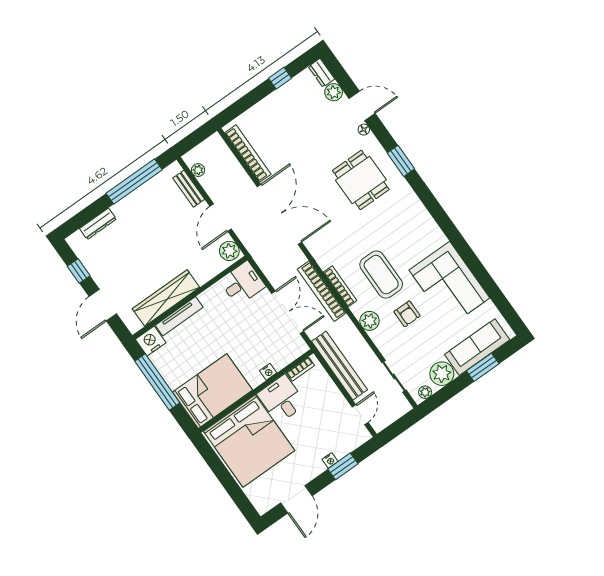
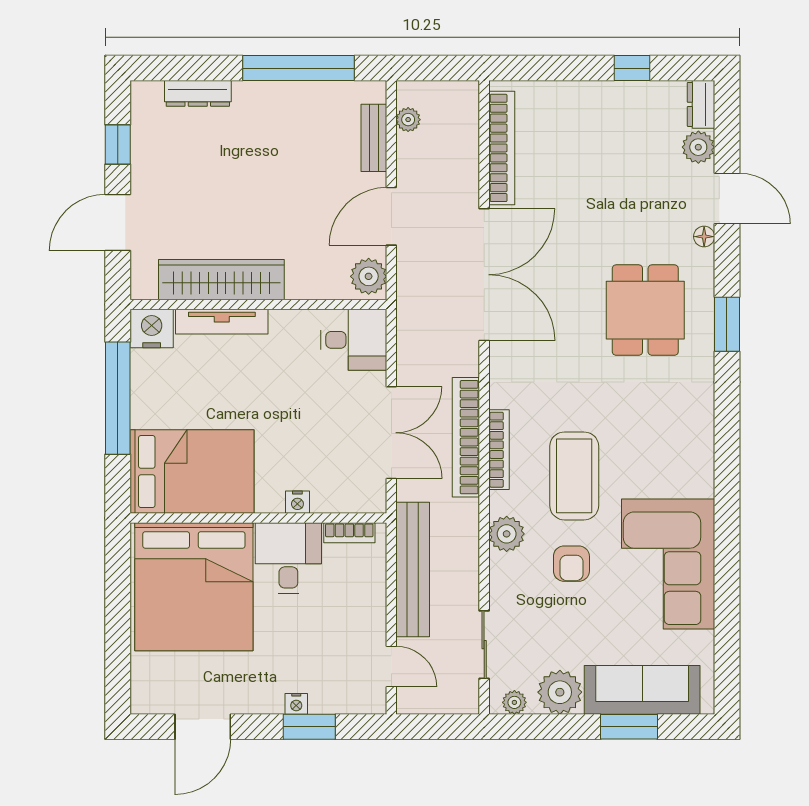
door: (360, 415) -> (391, 667), hinge flipped

